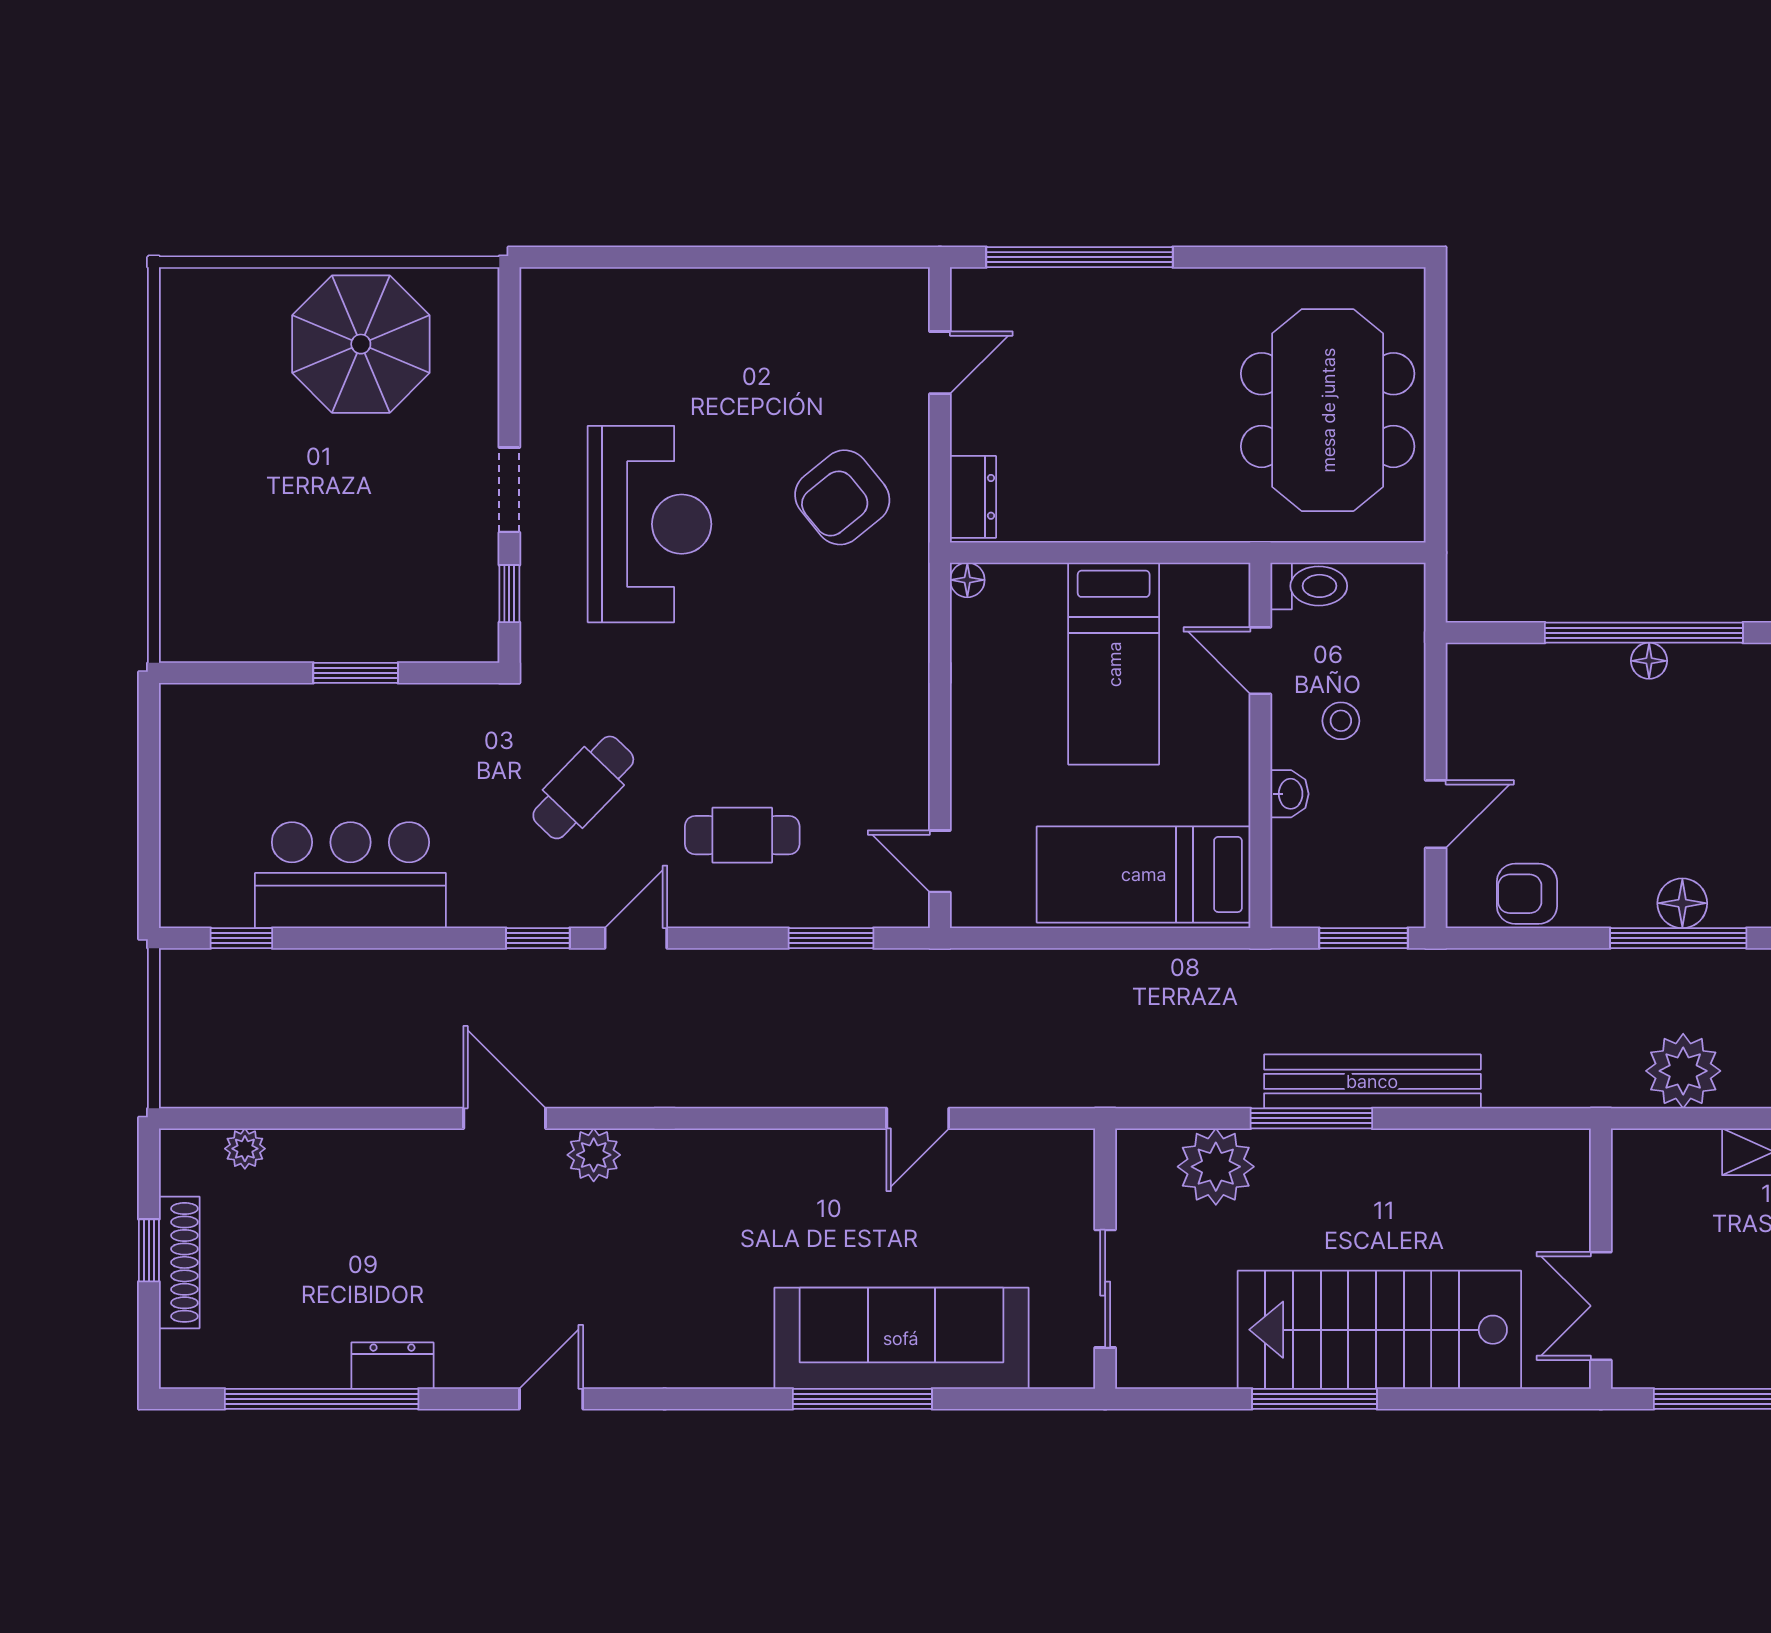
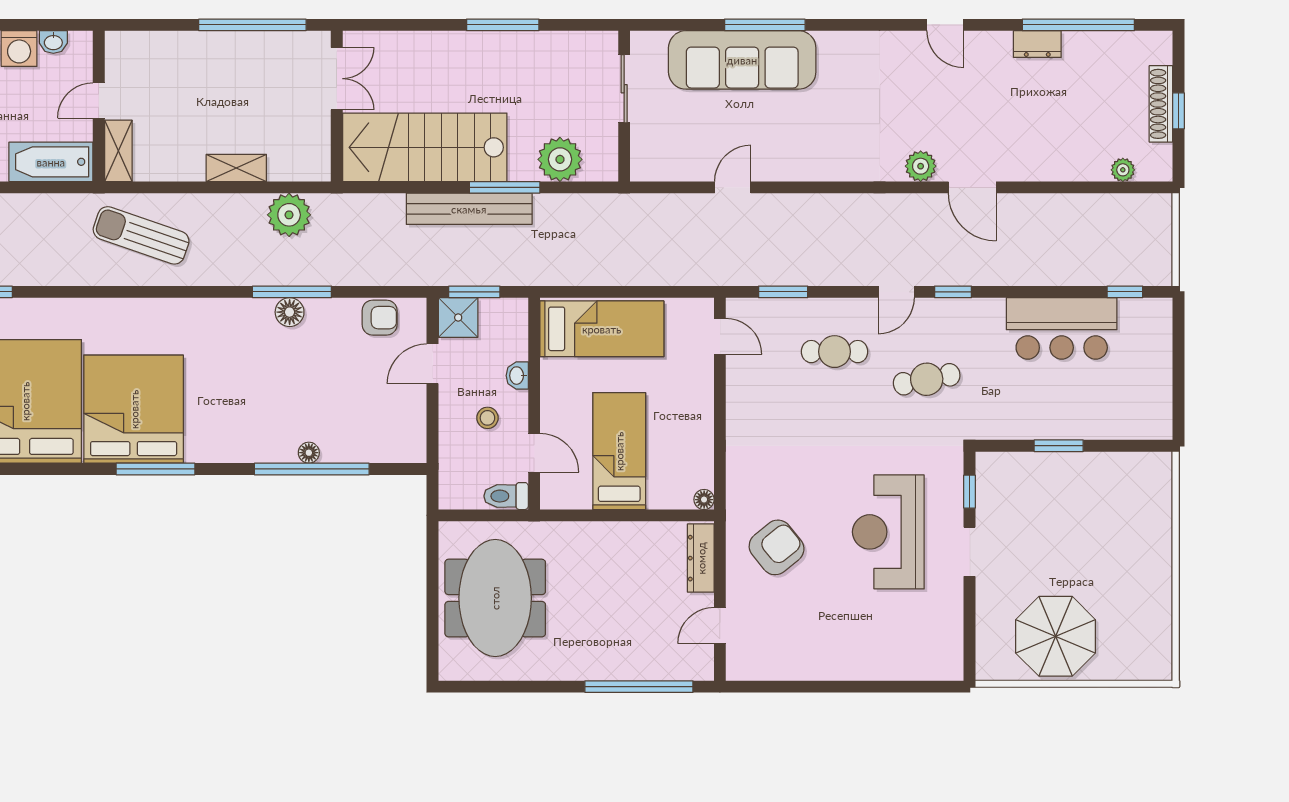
dresser: (973, 497) -> (701, 558), width x1.44
cafe table: (583, 787) -> (927, 379), turned 35
shower: (1391, 894) -> (458, 318), added
stairs: (1379, 1330) -> (425, 147), moved, turned 180
door: (551, 1399) -> (945, 25), hinge flipped

